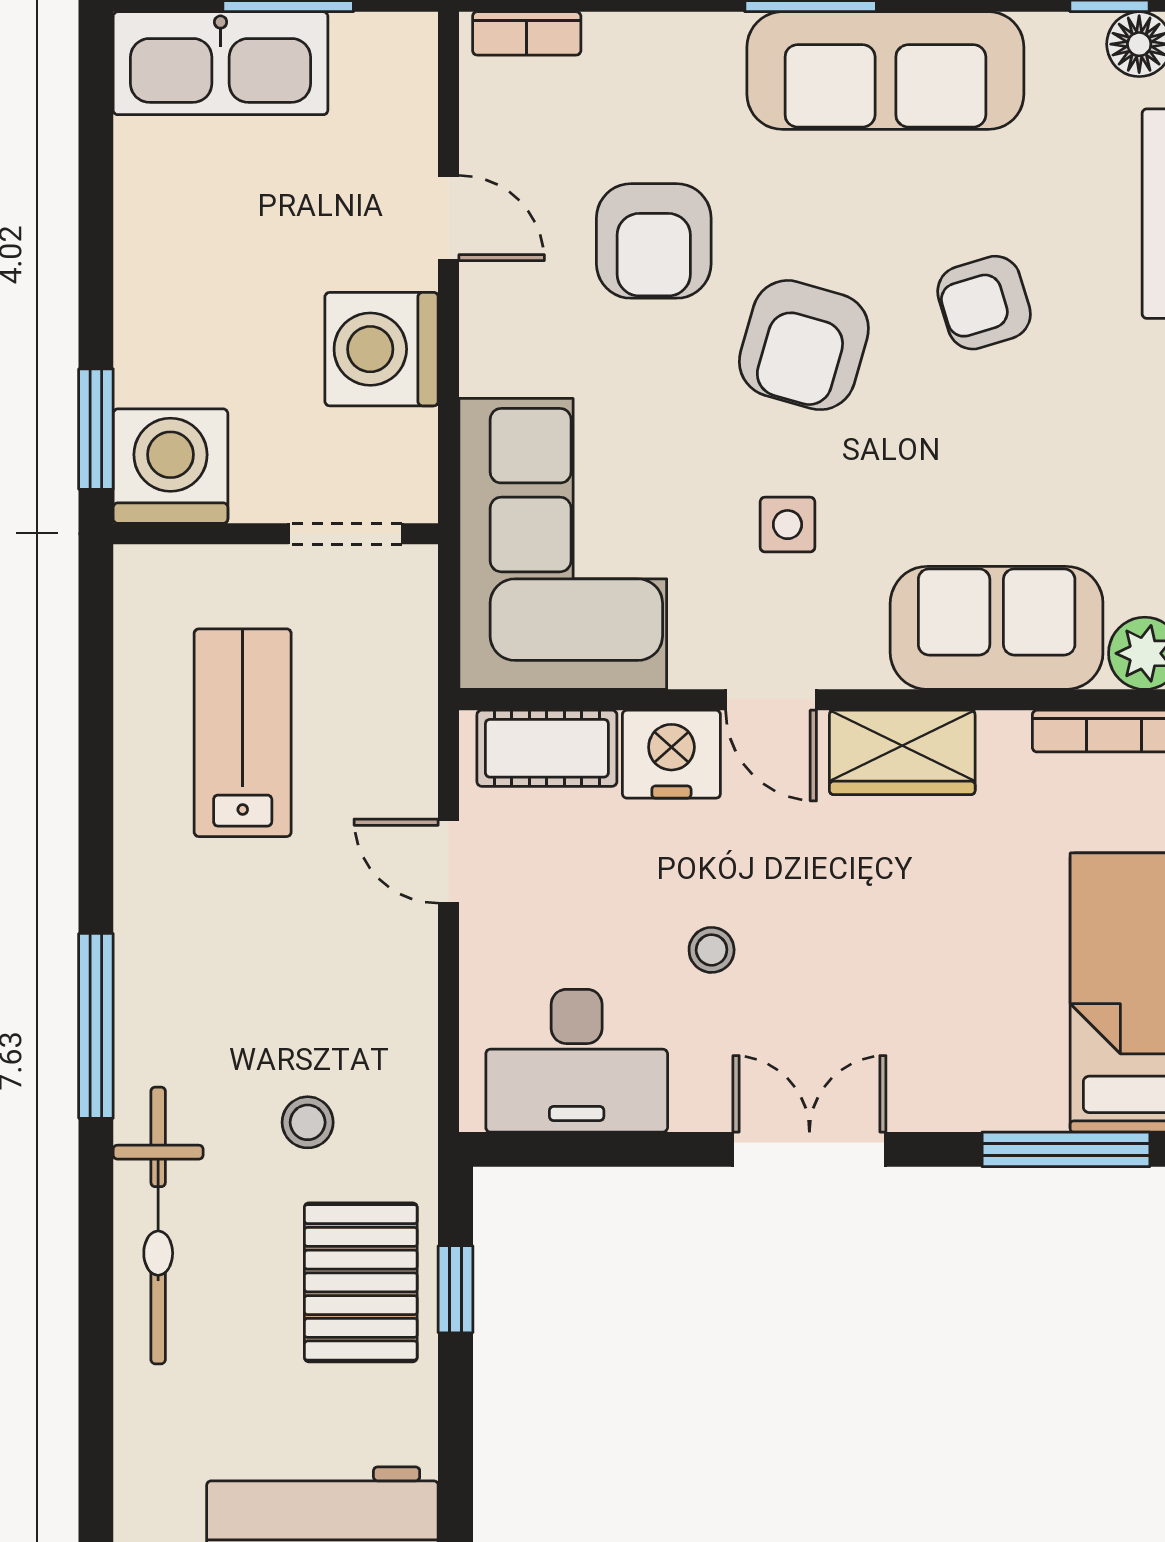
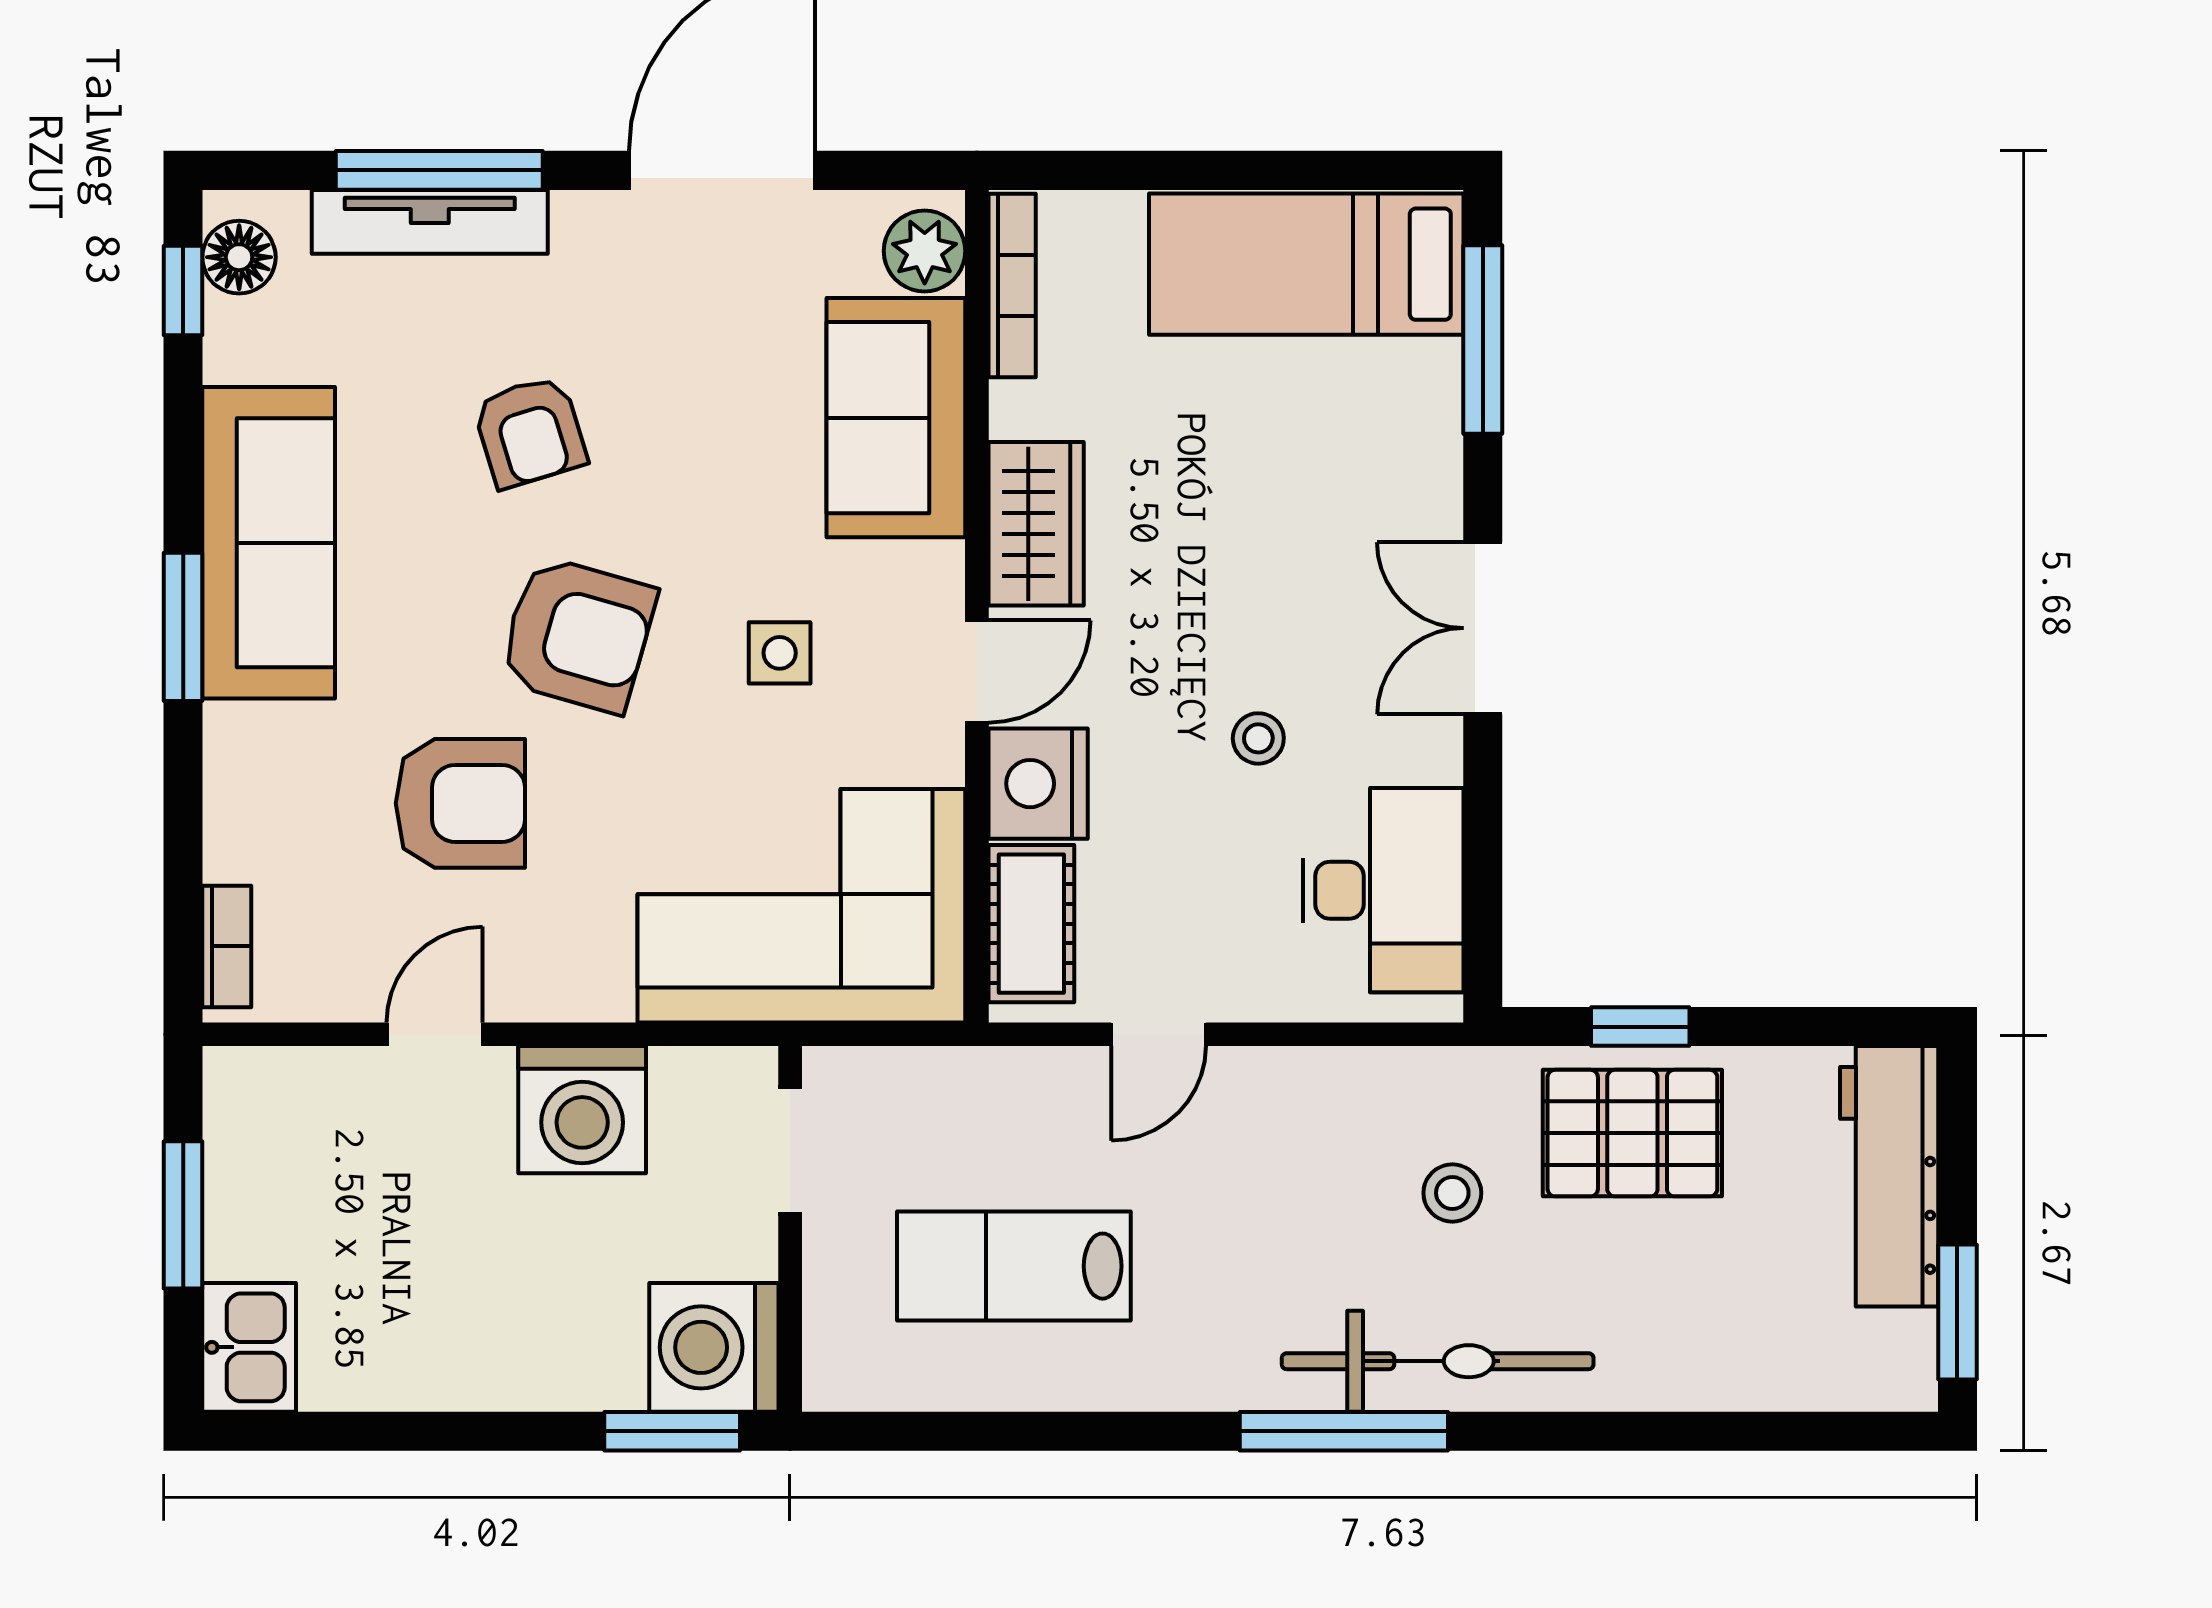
kitchen sink: (221, 63) -> (249, 1347), width x0.53, depth x0.81
bicycle: (158, 1225) -> (1438, 1361), moved

